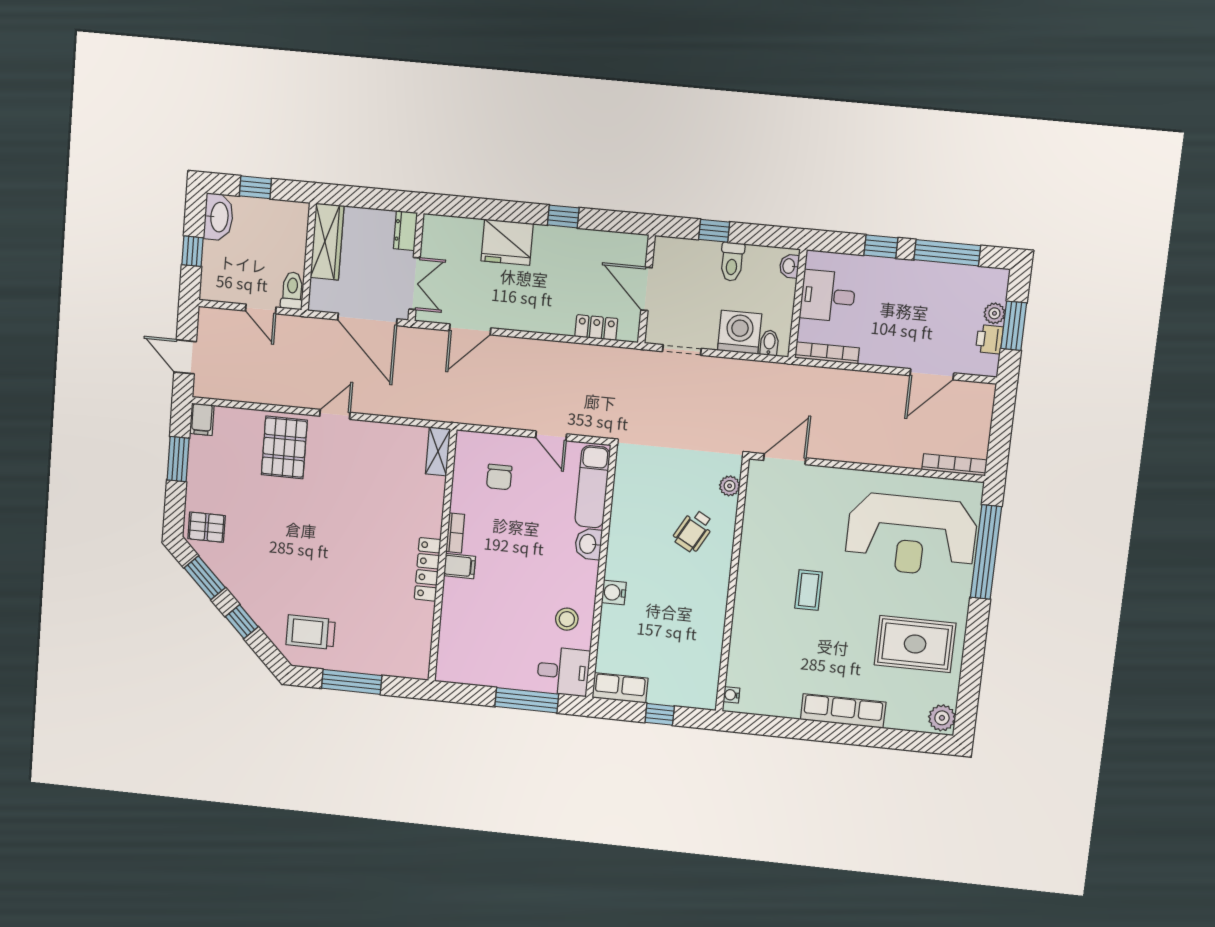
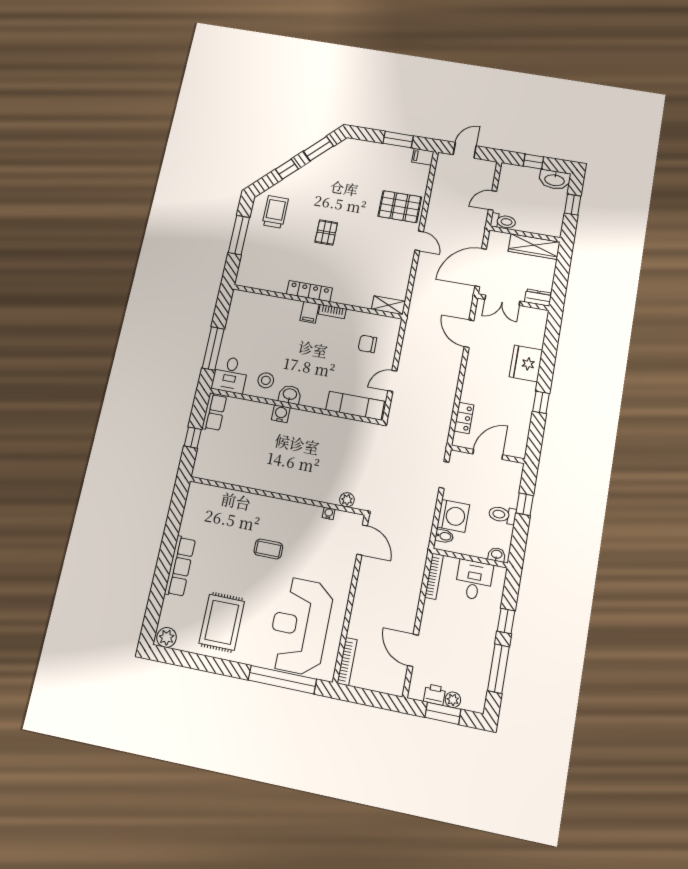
pallet: (207, 527) -> (326, 232), moved
wheelchair: (693, 531) -> (318, 472), removed
washbasin: (588, 544) -> (290, 395), moved
water cooler: (731, 695) -> (329, 513), moved

